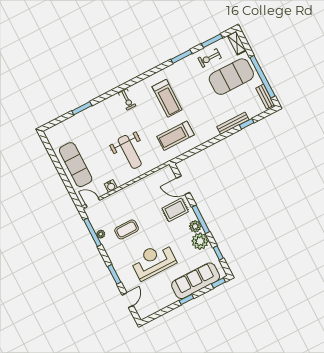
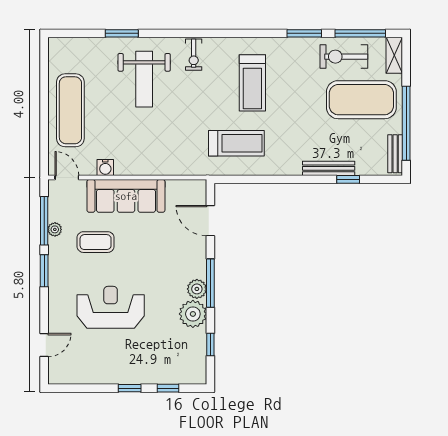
window: (212, 41) -> (360, 33), width x1.44
exercise bike: (210, 58) -> (344, 57), width x1.38, depth x1.39
treadmill: (175, 136) -> (236, 143), turned 180
weight bench: (130, 152) -> (144, 79), moved
rug: (175, 210) -> (180, 250), removed
window: (114, 274) -> (44, 271), moved
sofa: (196, 281) -> (126, 196), moved, turned 180
window: (218, 283) -> (168, 388), moved

